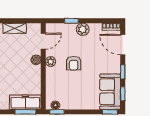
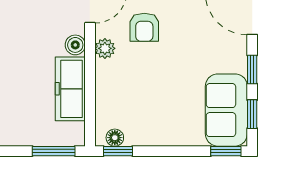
armchair: (74, 63) -> (144, 27), moved
freezer: (25, 102) -> (70, 89), moved, turned -90

